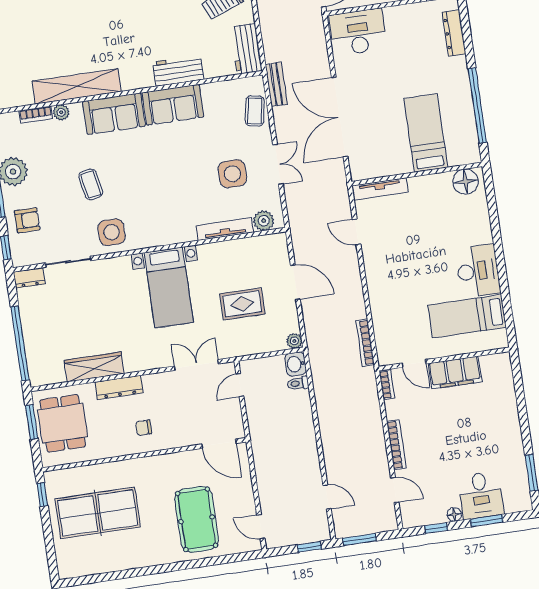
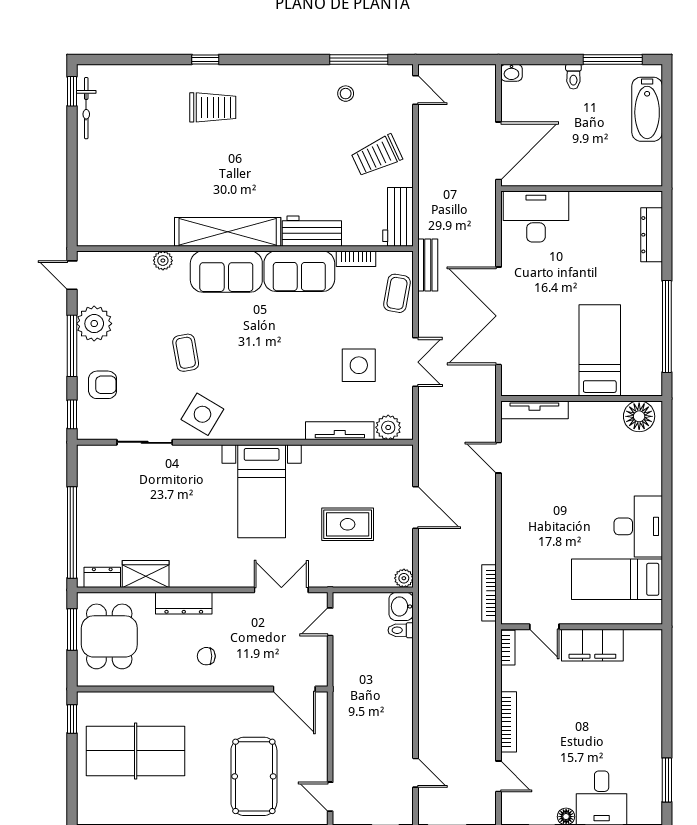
shelving: (77, 86) -> (228, 232), moved
bookcase: (36, 115) -> (356, 259), moved
side table: (112, 232) -> (202, 414), turned 31
dresser: (29, 278) -> (102, 577), moved, turned 180
wardrobe: (94, 367) -> (146, 574), width x0.67

